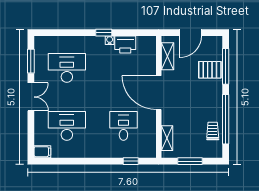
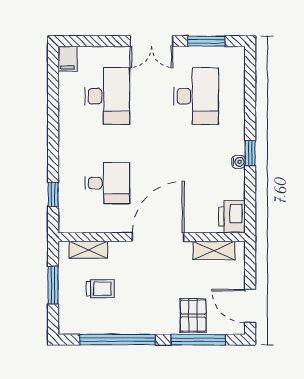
door: (190, 33) -> (250, 306), moved
printer: (125, 45) -> (232, 216), moved
trolley: (213, 131) -> (100, 289), moved

